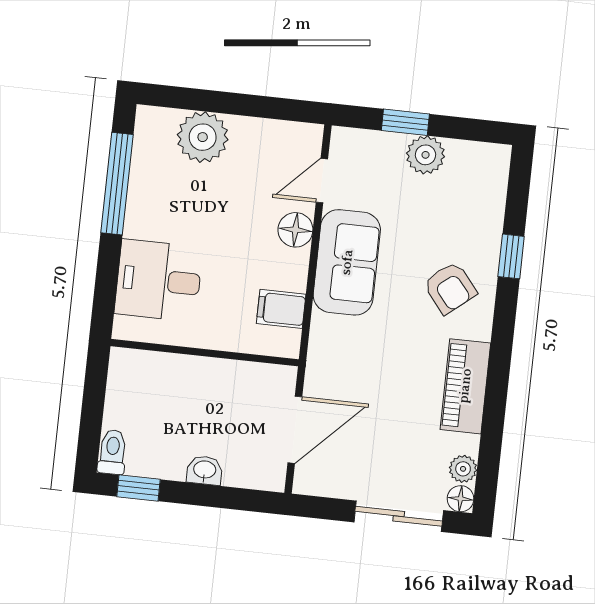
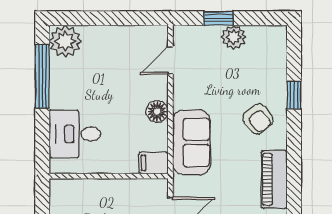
plant: (203, 137) -> (65, 41), moved
floor lamp: (295, 230) -> (157, 111), moved
sofa: (347, 262) -> (192, 142), moved
filing cabinet: (281, 309) -> (154, 163), moved

